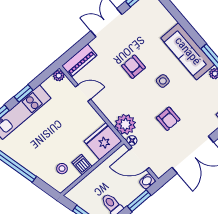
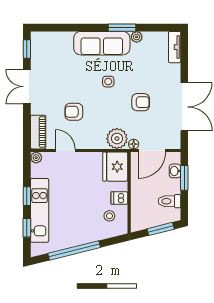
armchair: (133, 67) -> (74, 112), moved
door: (83, 93) -> (65, 150), hinge flipped
washbasin: (147, 181) -> (175, 171), moved

